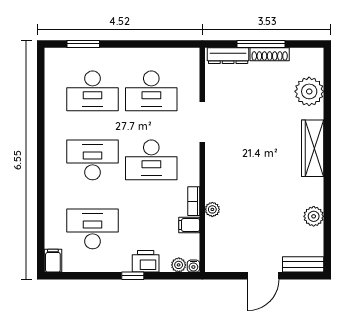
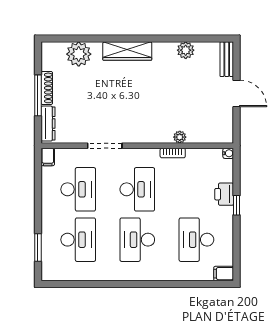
filing cabinet: (189, 225) -> (48, 157), moved
plant: (179, 265) -> (227, 166), removed

